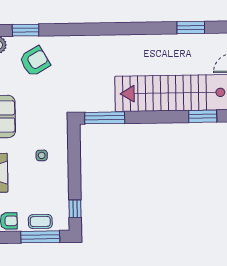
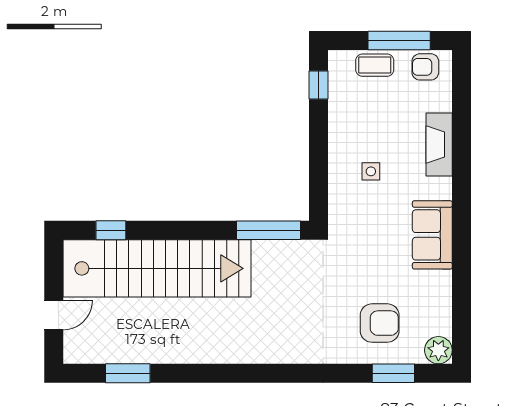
armchair: (35, 61) -> (380, 323), turned -150
window: (203, 116) -> (111, 230), width x0.67
window: (40, 237) -> (399, 40), moved

